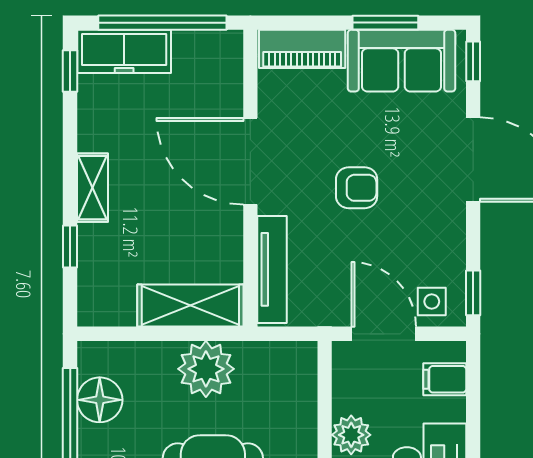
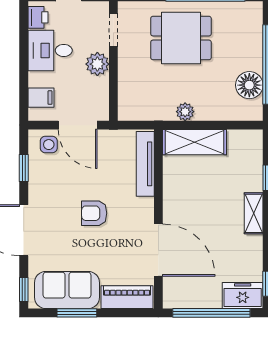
freezer: (124, 51) -> (243, 296), width x0.71
door: (250, 161) -> (158, 250), moved
window: (473, 293) -> (24, 168), moved
plant: (206, 369) -> (185, 112), width x0.53, depth x0.53

